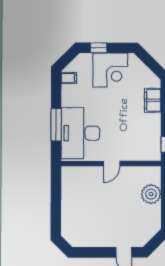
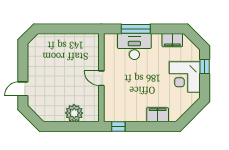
filing cabinet: (69, 78) -> (172, 40), width x2.00
desk: (80, 133) -> (134, 47), width x0.73, depth x0.77

